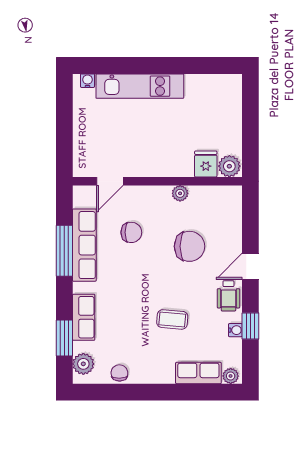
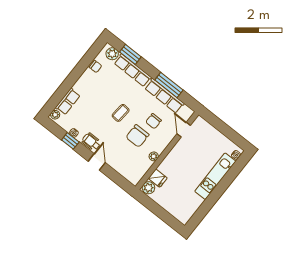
chair: (190, 246) -> (137, 136), moved
row of seats: (84, 317) -> (133, 70), width x1.48
coffee table: (172, 319) -> (121, 113), moved

